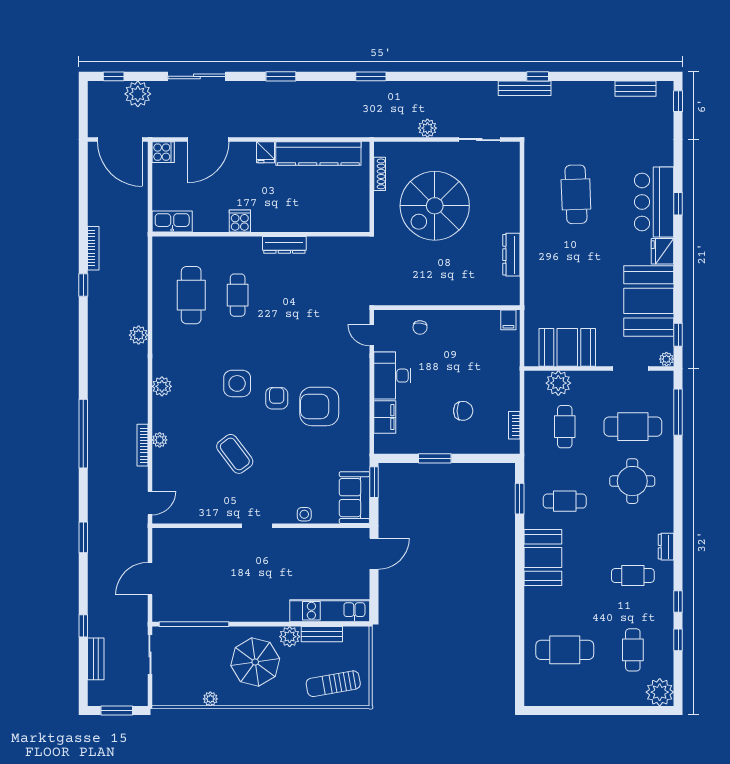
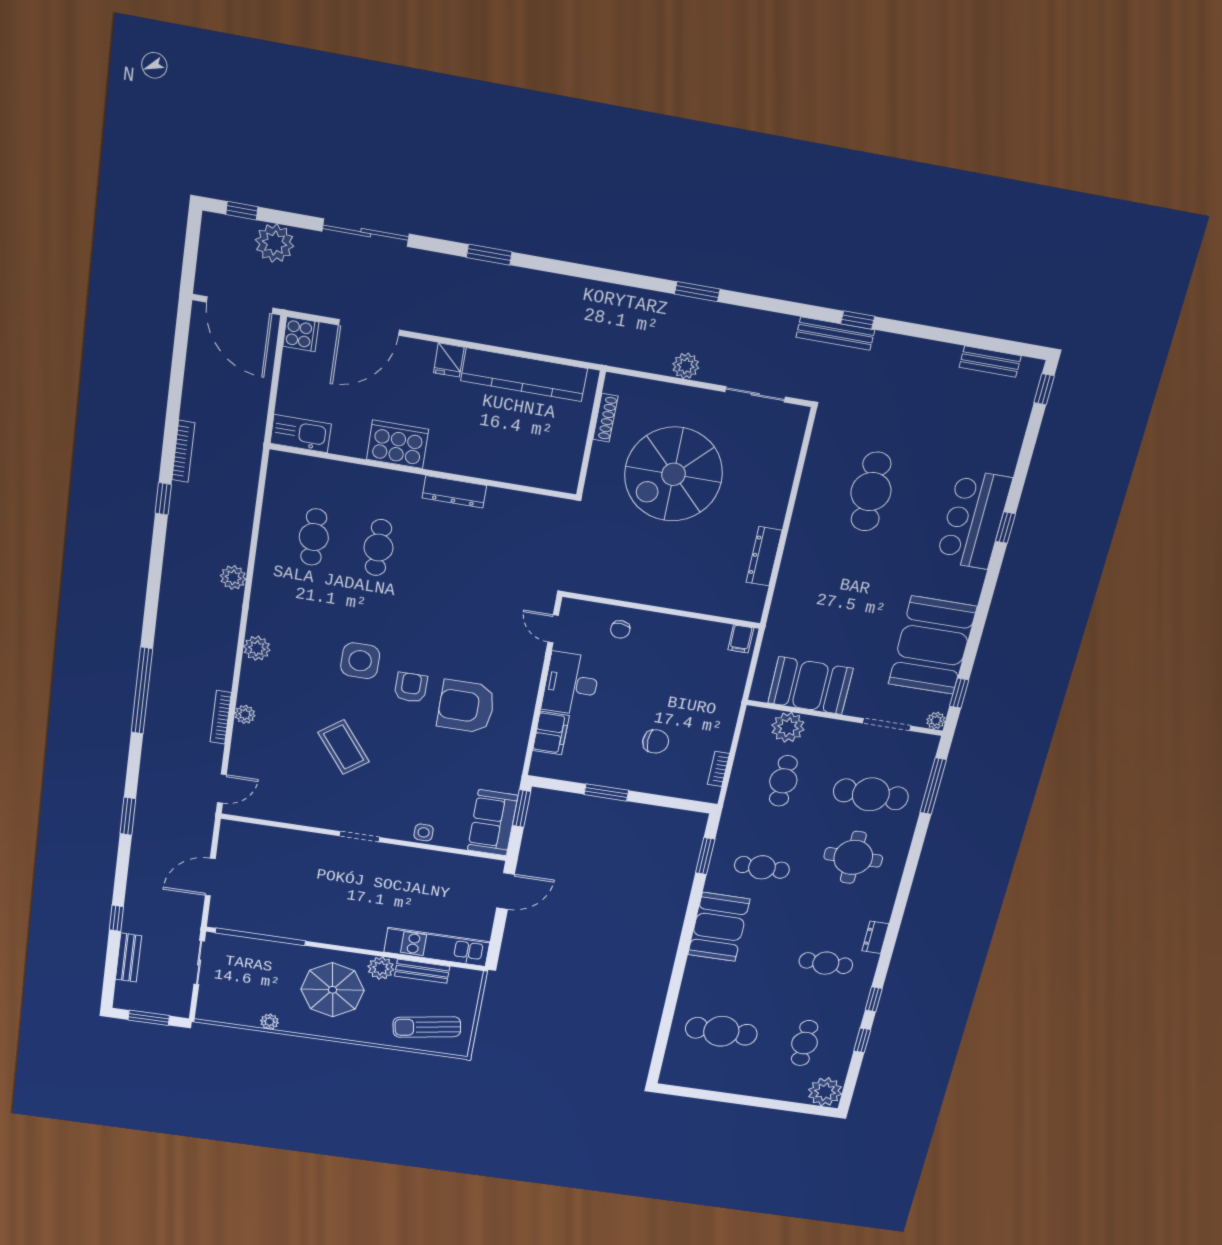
window: (371, 76) -> (697, 292), moved
cooker: (240, 221) -> (398, 444), width x1.87, depth x1.31
fridge: (662, 251) -> (968, 585), removed
cafe table: (191, 295) -> (314, 537), width x0.73, depth x0.74

